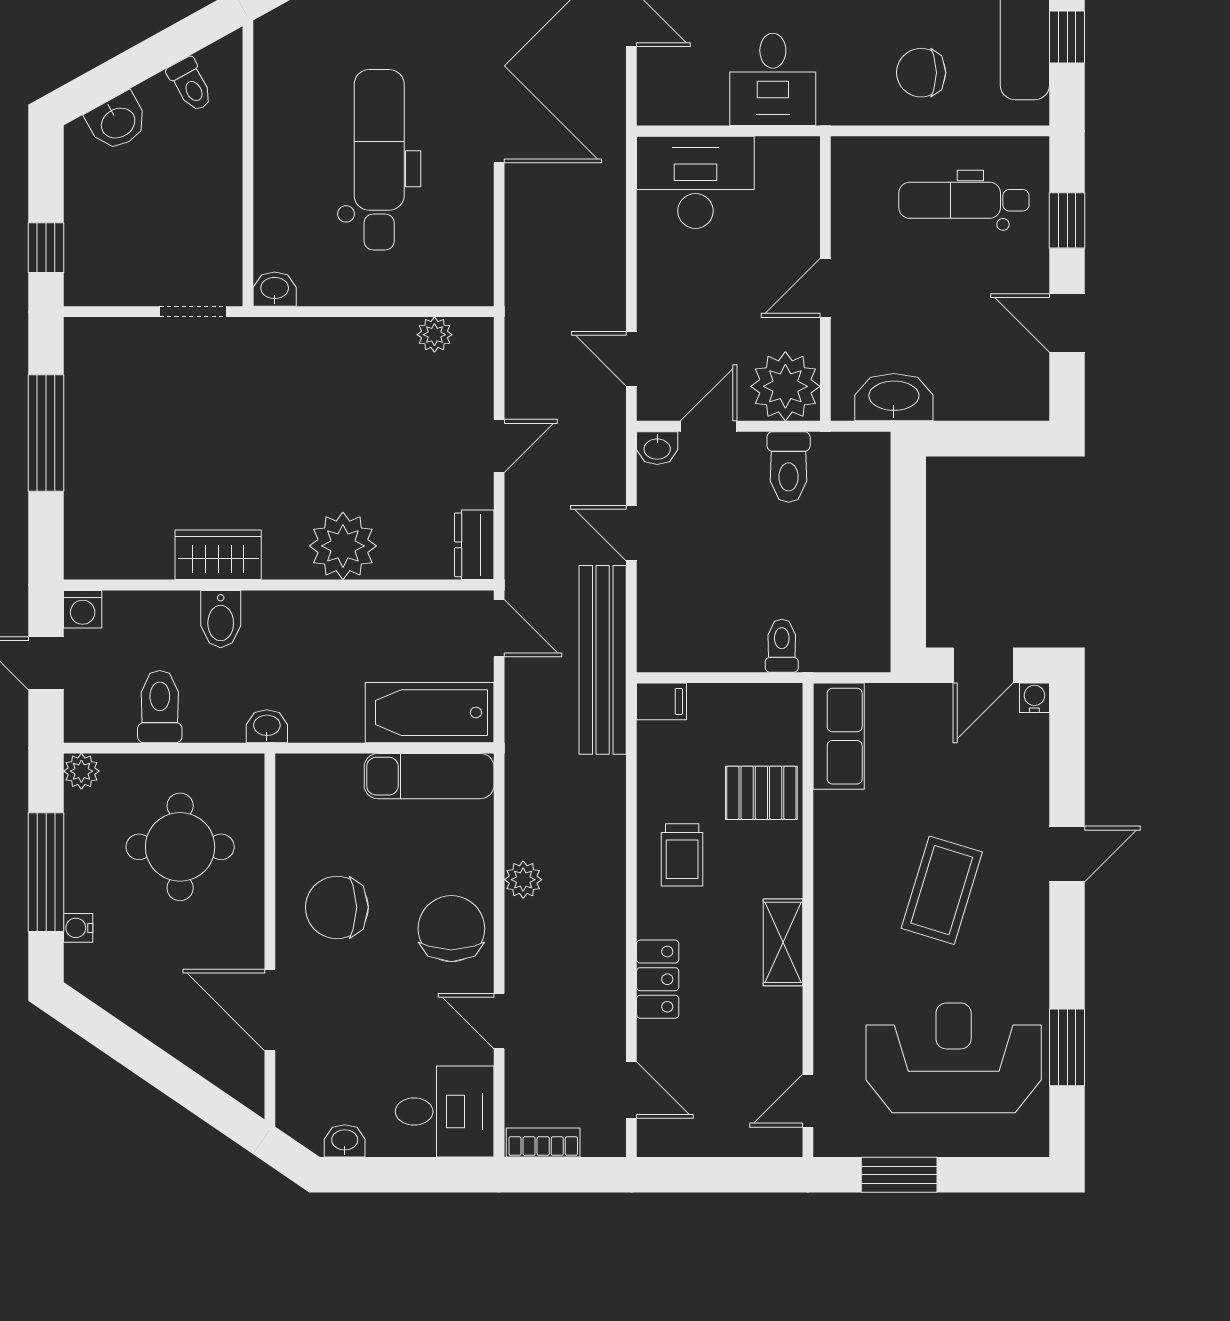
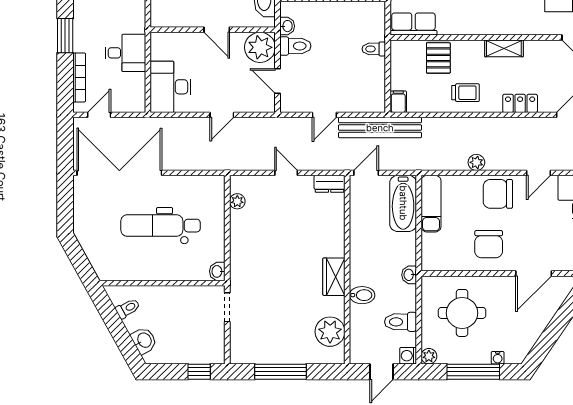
door: (631, 359) -> (222, 115), moved
washbasin: (657, 448) -> (287, 26), moved
plant: (343, 546) -> (330, 332), moved
wardrobe: (218, 555) -> (334, 277), moved
washing machine: (83, 609) -> (408, 356), moved, turned 180

